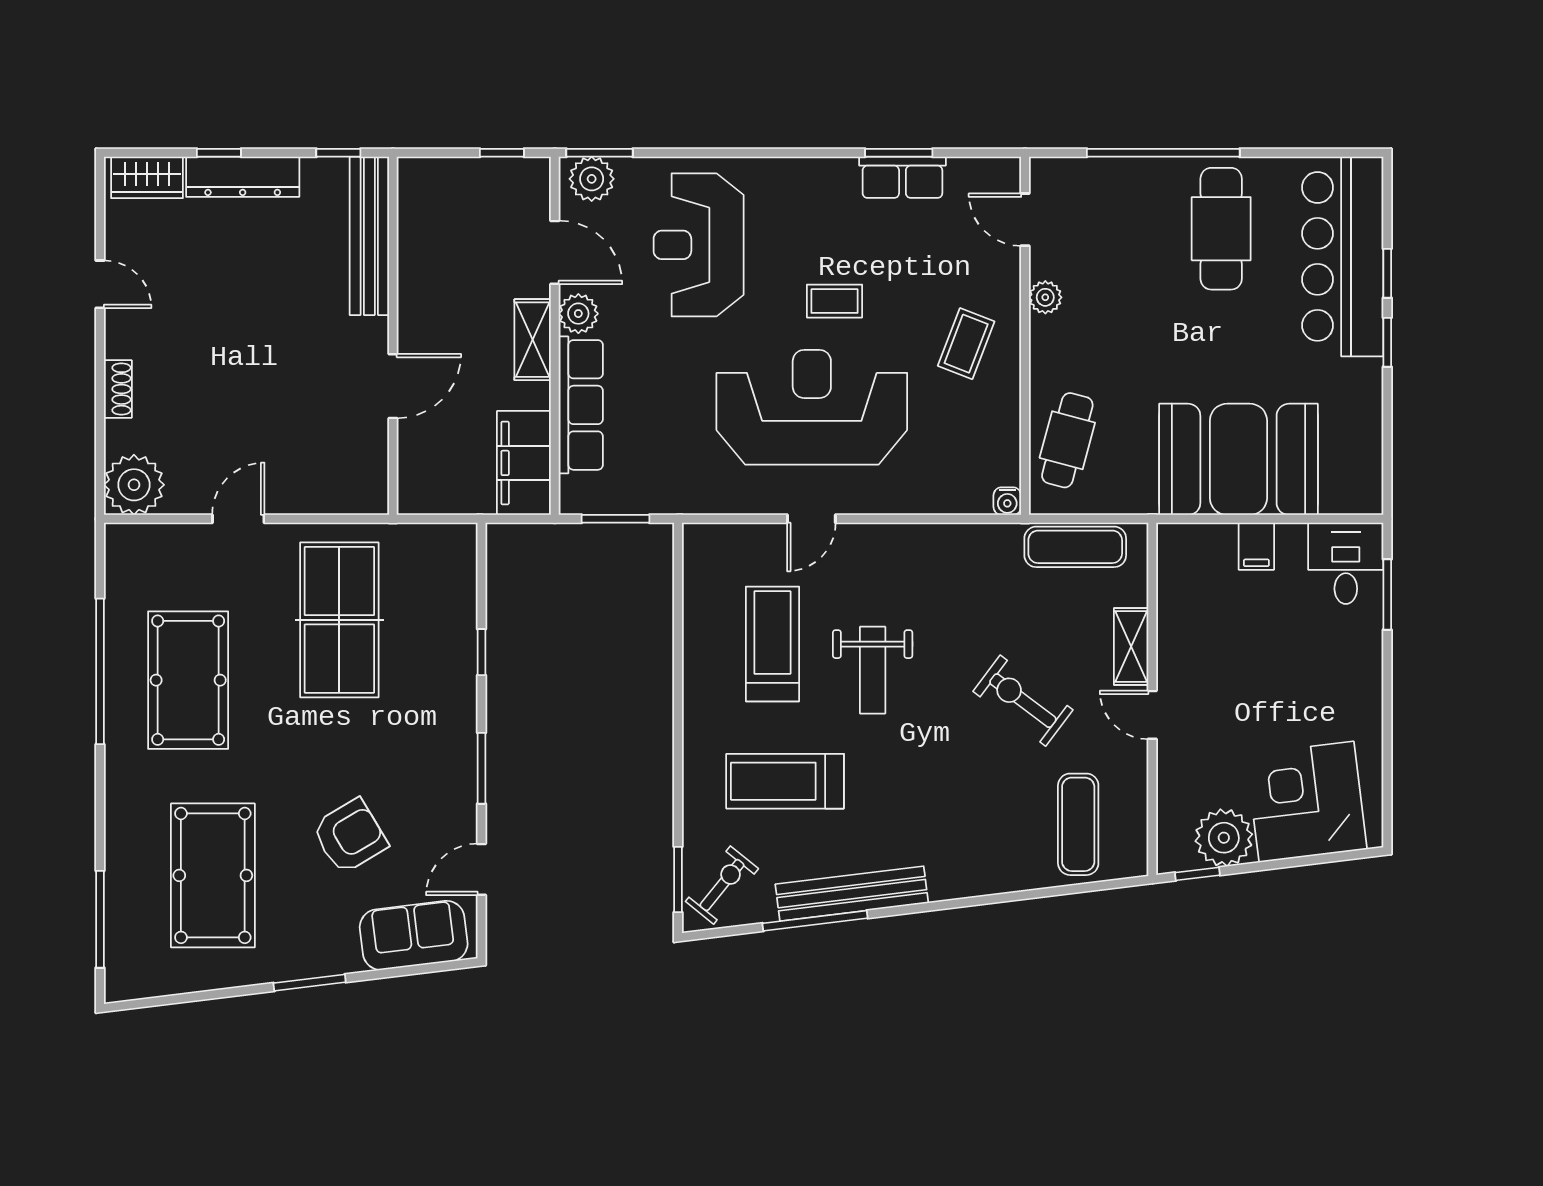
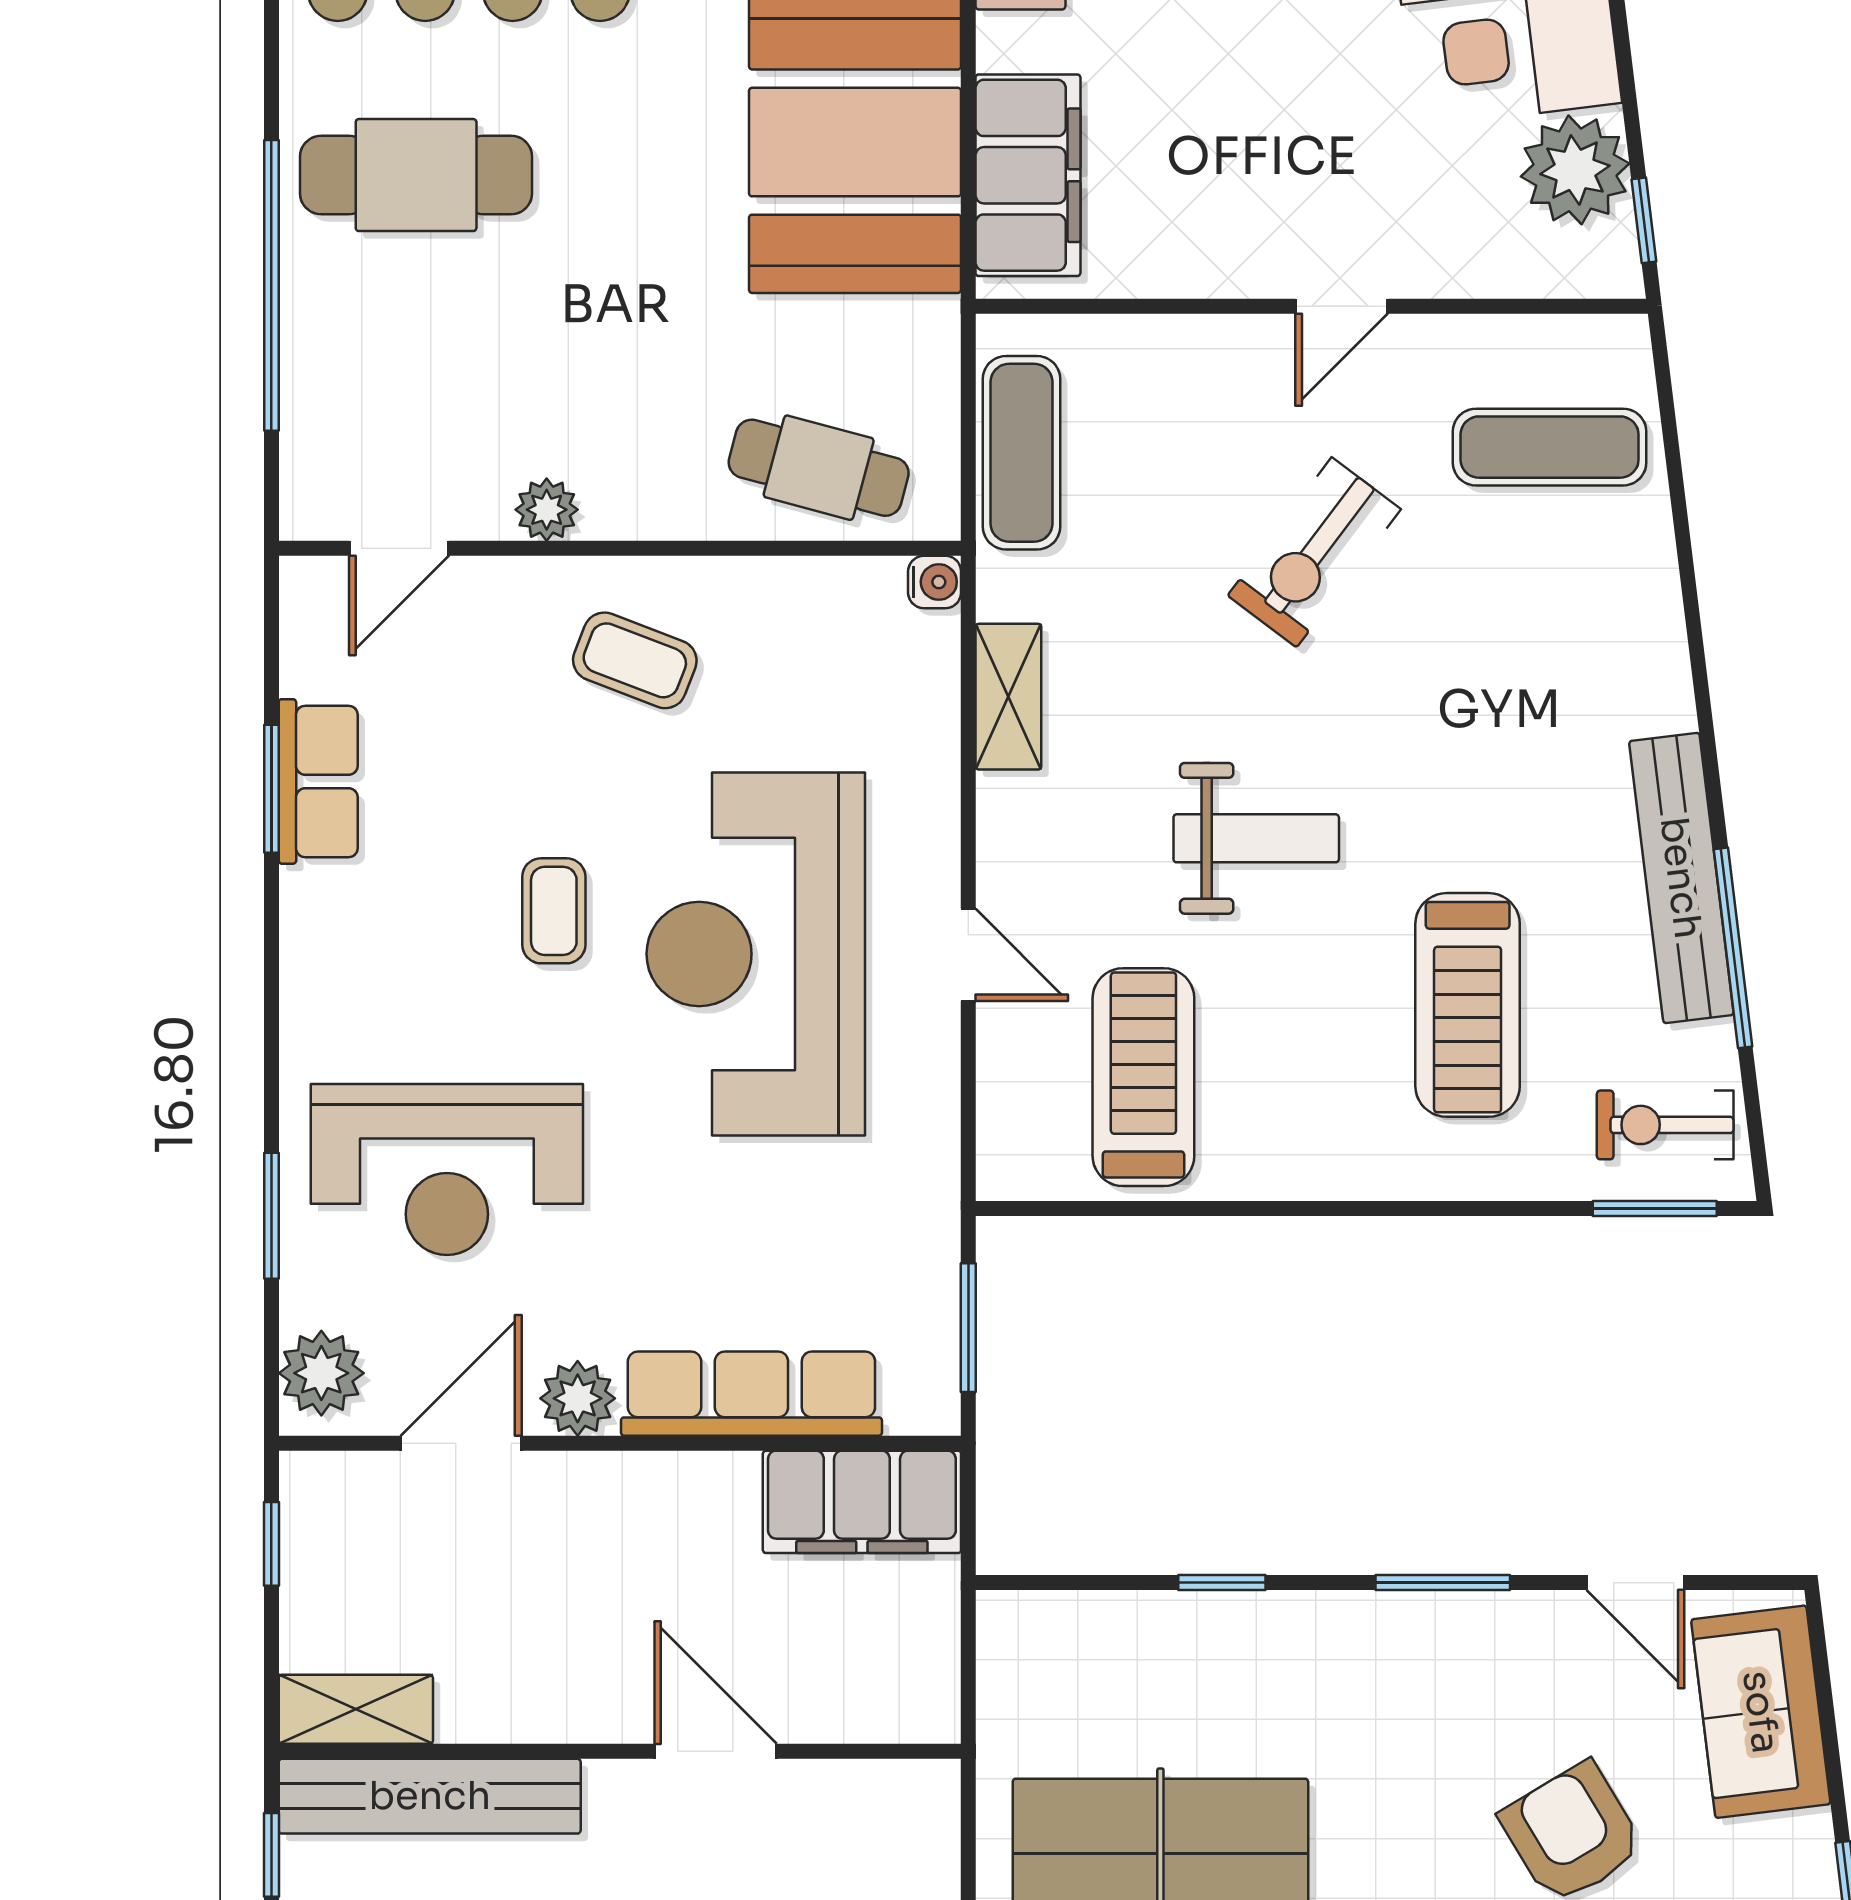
window: (599, 153) -> (271, 1216), moved
shelving: (533, 340) -> (356, 1709), moved
filing cabinet: (1256, 546) -> (1028, 175), width x3.00, depth x1.17
treadmill: (772, 644) -> (1143, 1077), moved, turned 90
shelving: (1131, 647) -> (1008, 697), moved, turned 90
exercise bike: (722, 885) -> (1665, 1125), turned -39

